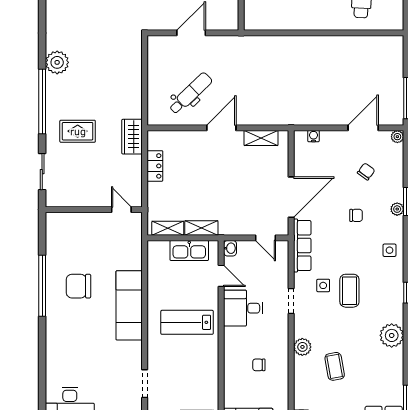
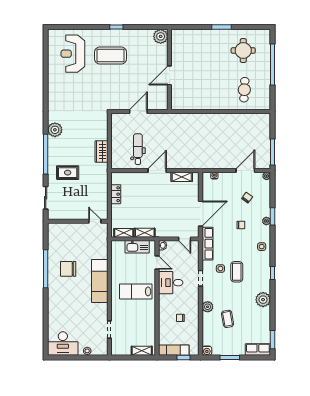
dental chair: (190, 93) -> (138, 149), turned -46
wardrobe: (132, 137) -> (102, 152), moved

